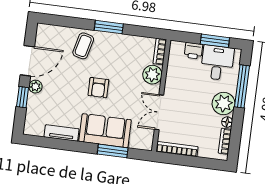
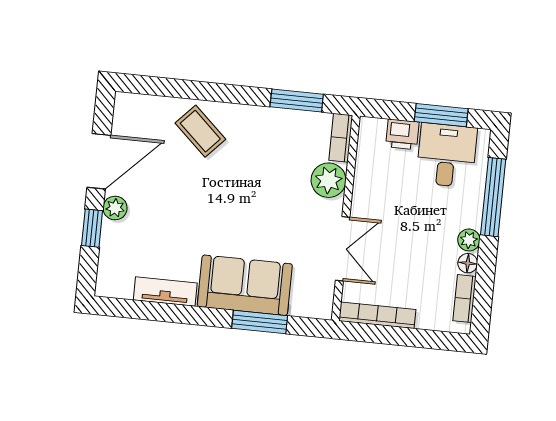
window: (109, 27) -> (297, 100), moved
coffee table: (83, 46) -> (200, 131), turned -61
armchair: (98, 88) -> (230, 207), removed
plant: (224, 103) -> (469, 240), width x0.53, depth x0.53
double door: (159, 112) -> (343, 249), swing flipped

